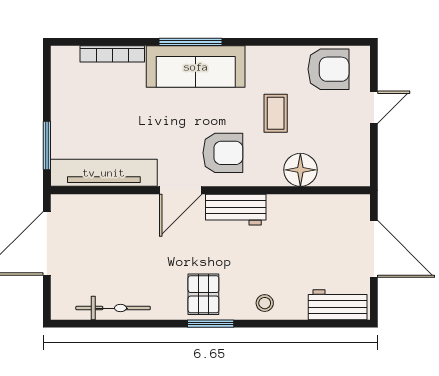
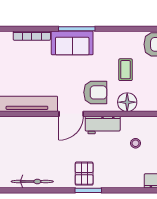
sofa: (196, 67) -> (72, 43), width x0.73
floor lamp: (300, 170) -> (127, 102), moved
stool: (265, 303) -> (136, 143), moved

